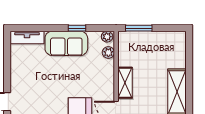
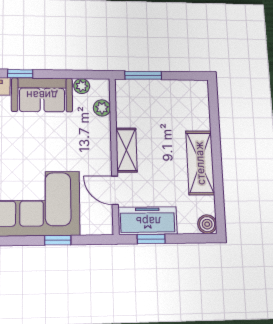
window: (77, 28) -> (20, 74), moved
plant: (107, 37) -> (82, 86), moved

